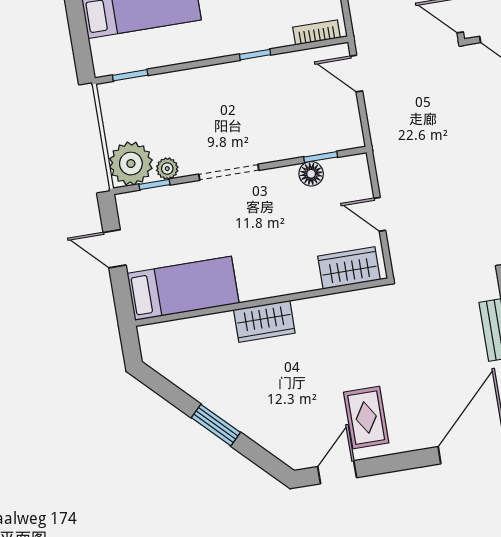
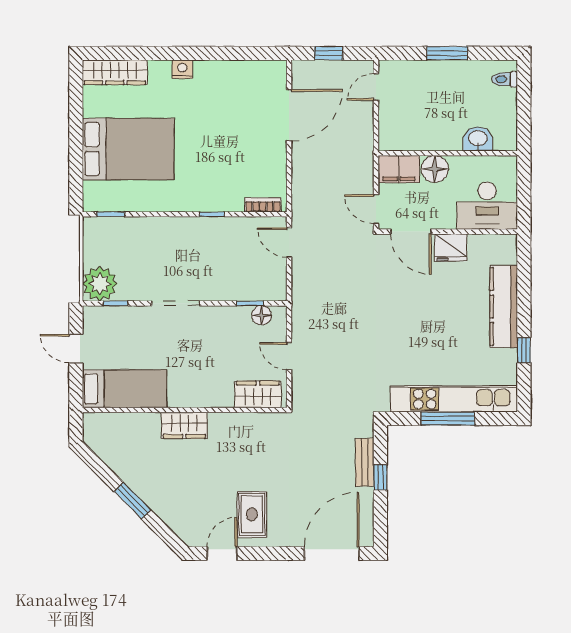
plant: (167, 169) -> (128, 292), removed
floor lamp: (311, 174) -> (262, 315), moved

